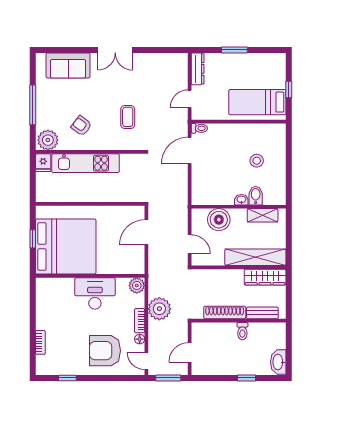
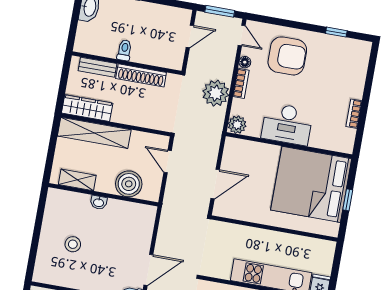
bidet: (256, 196) -> (81, 204), removed
bookcase: (40, 342) -> (354, 114), moved

